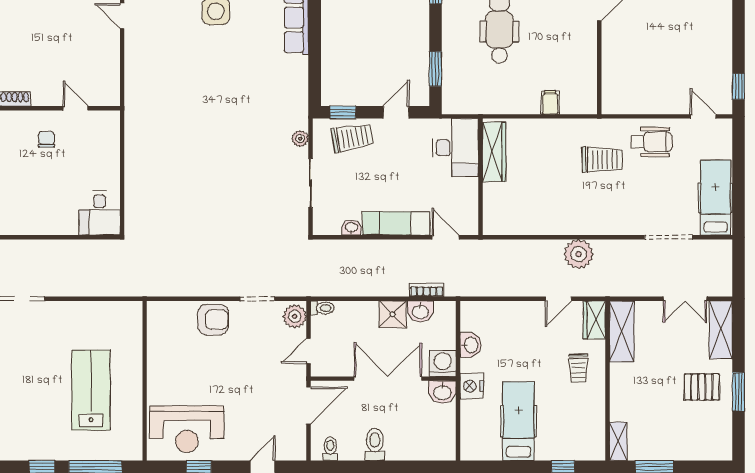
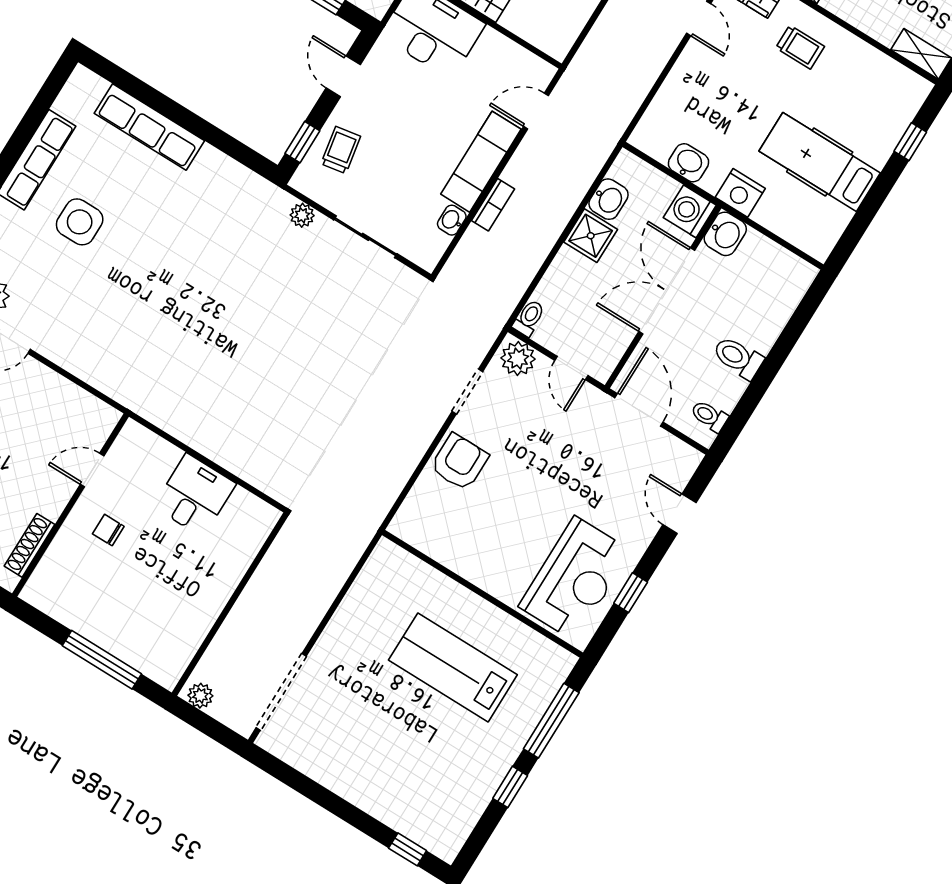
trolley: (352, 138) -> (341, 150), width x0.73, depth x0.72
desk: (100, 213) -> (195, 495), moved, turned -90
bookcase: (427, 290) -> (493, 205), moved, turned 180

